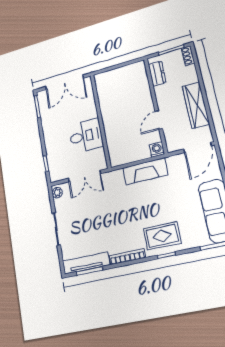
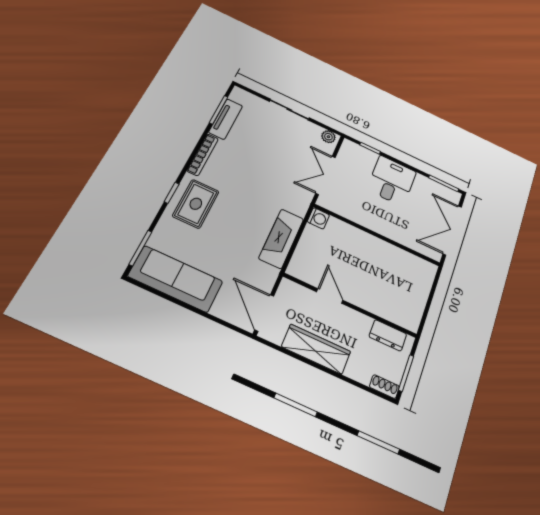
desk: (86, 136) -> (392, 181), moved, turned 180
washing machine: (157, 149) -> (318, 218), moved
tv unit: (86, 263) -> (226, 119), width x0.71

